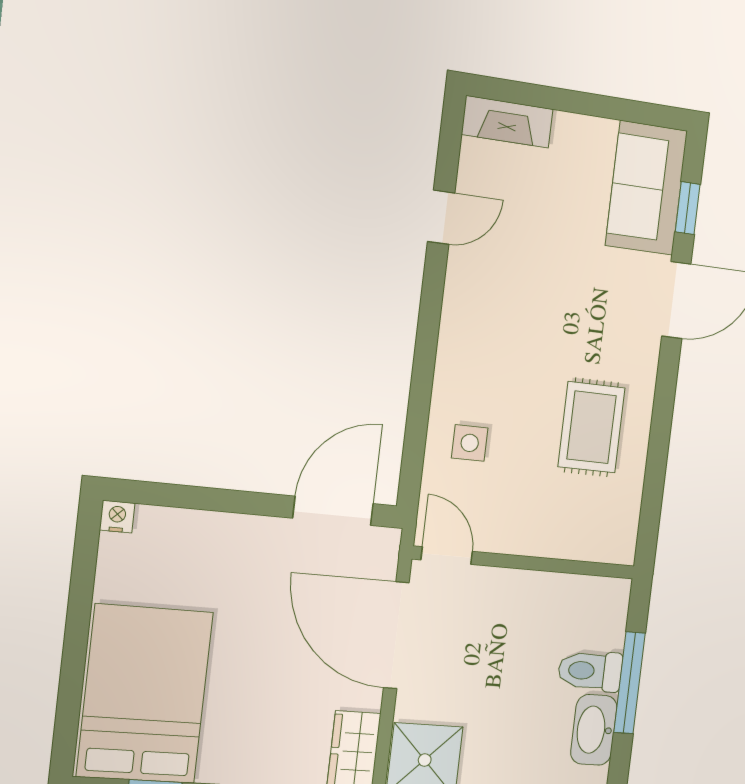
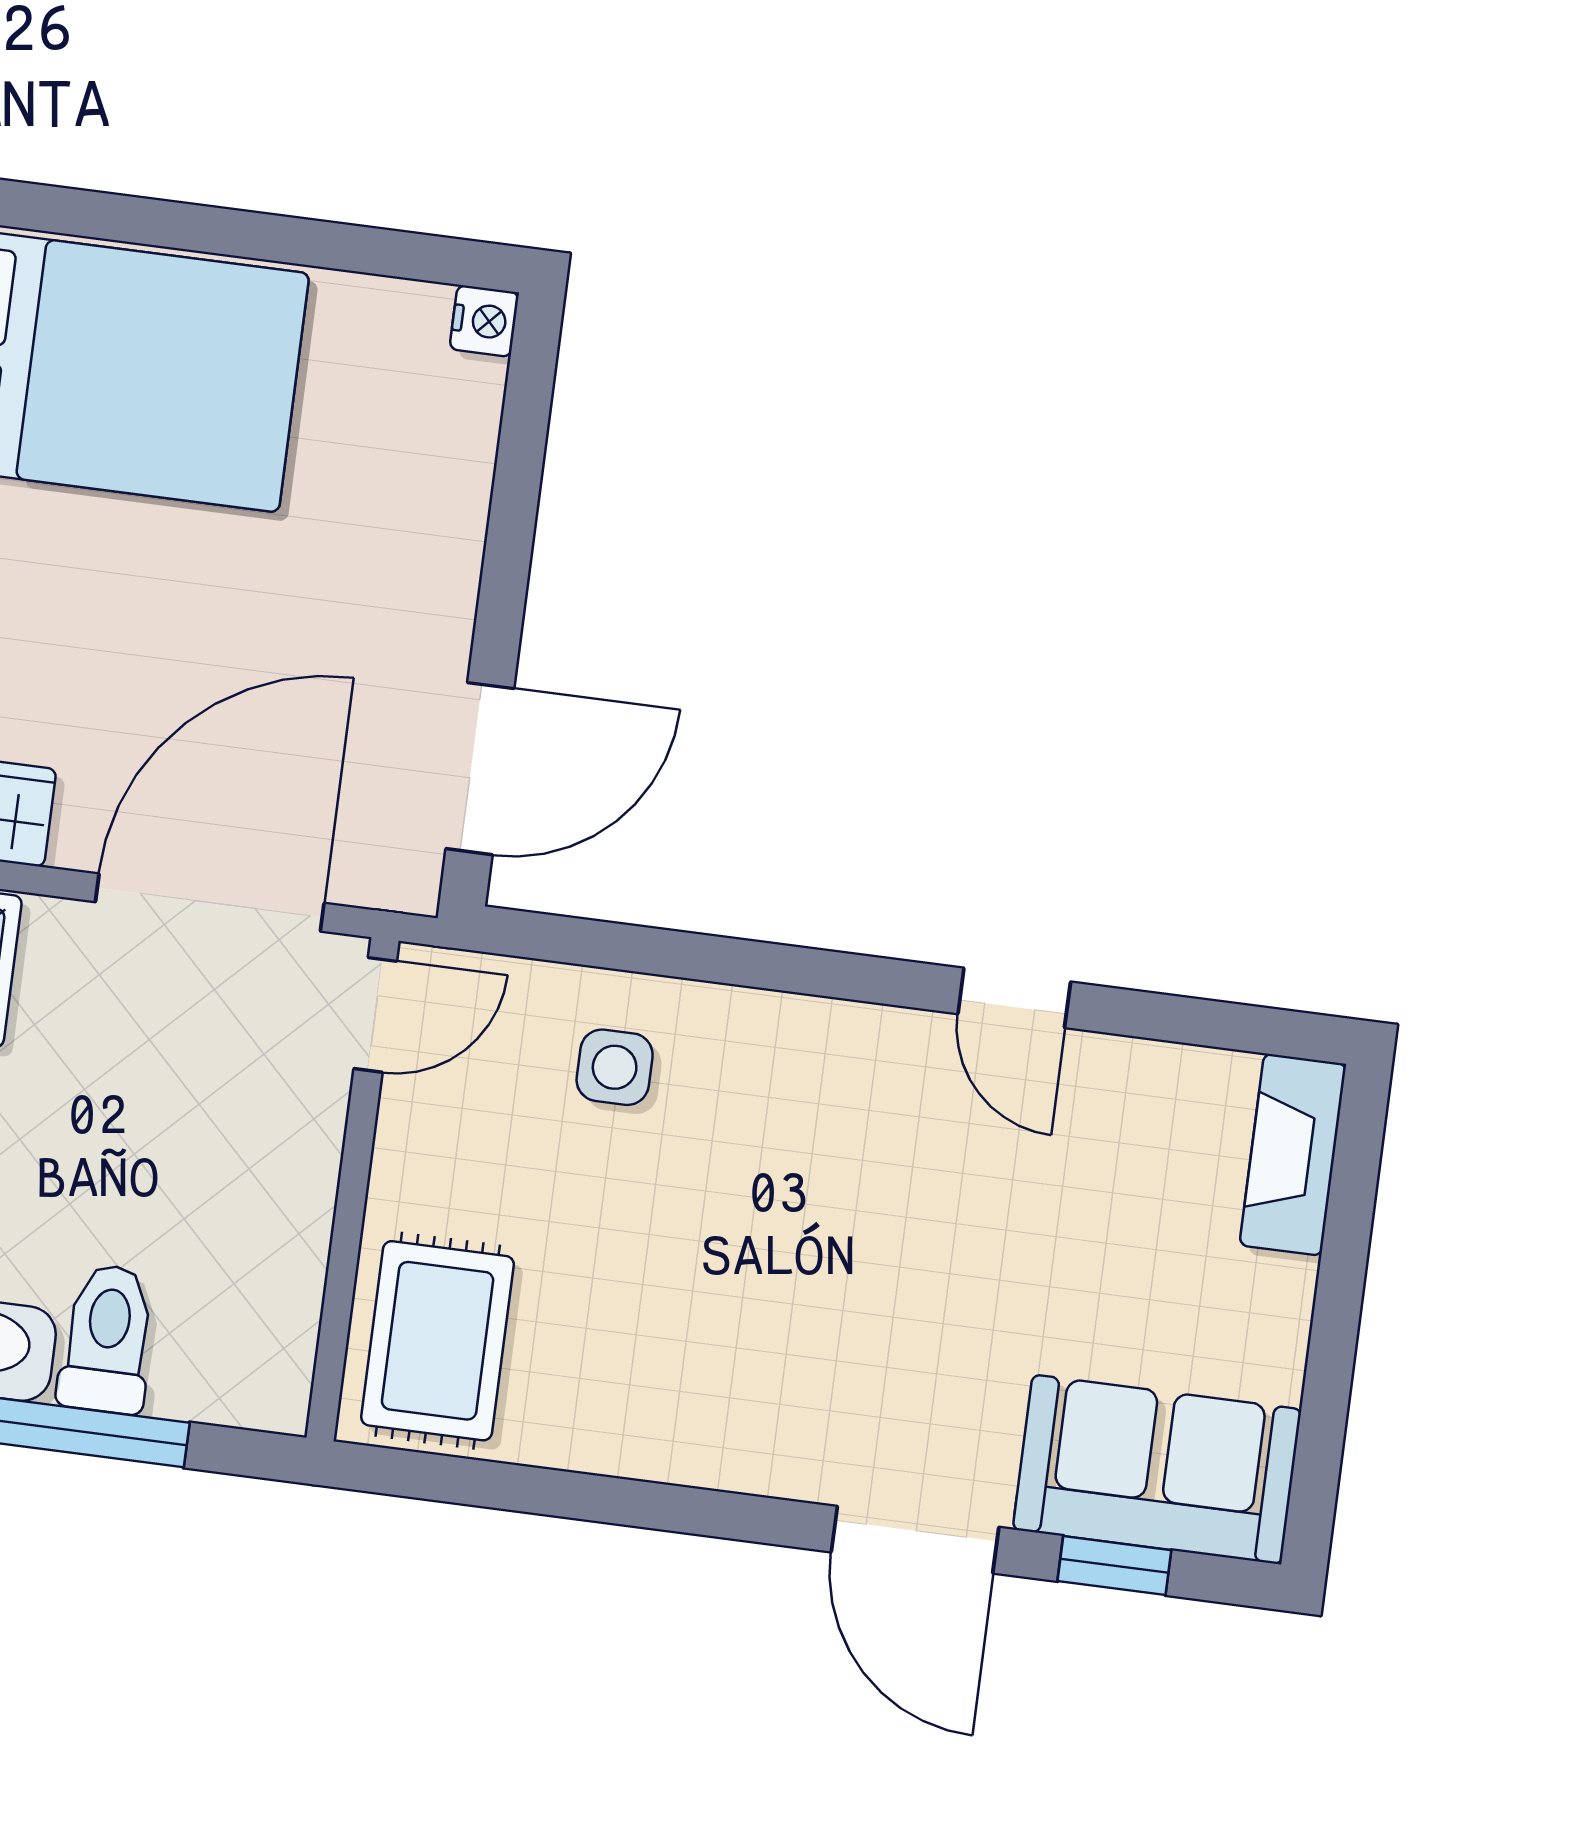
door: (441, 217) -> (1014, 998), moved
rug: (592, 427) -> (438, 1341), moved, turned 90
door: (333, 511) -> (480, 769), hinge flipped

